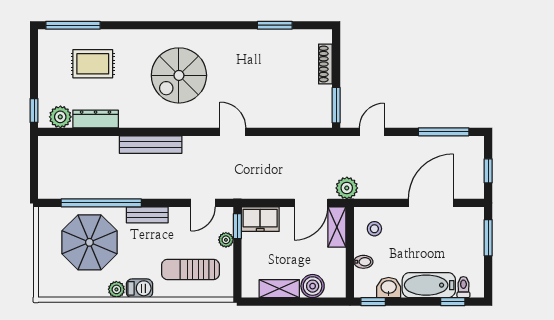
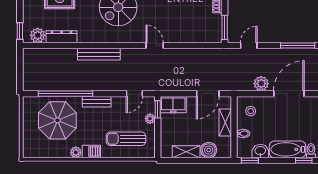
plant: (347, 188) -> (261, 84), moved
shelving: (337, 227) -> (225, 123), moved

